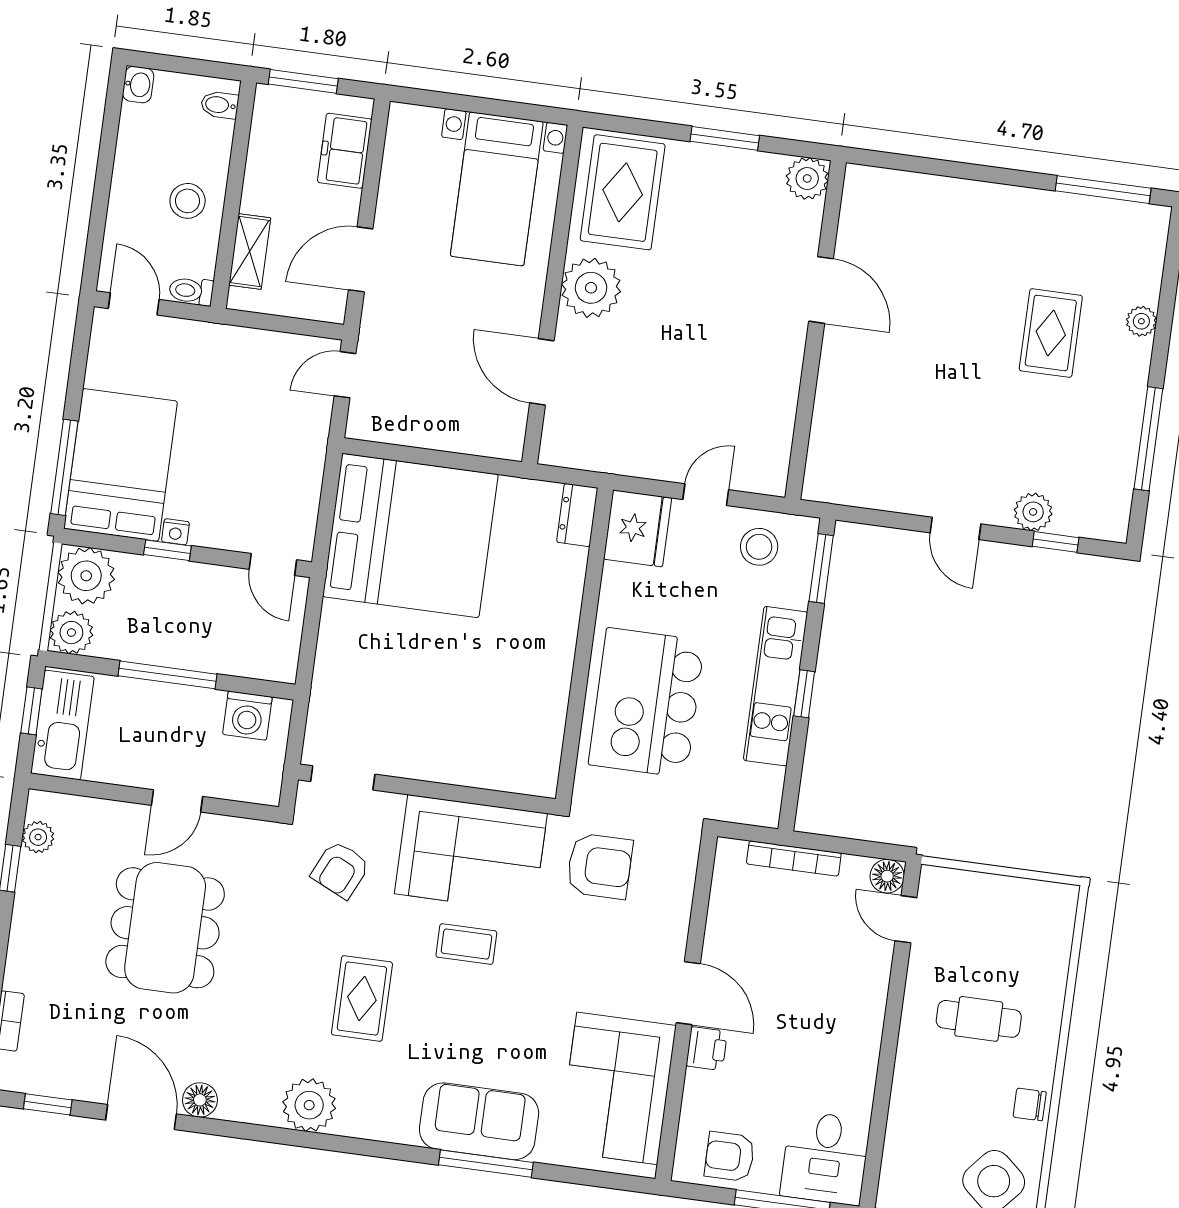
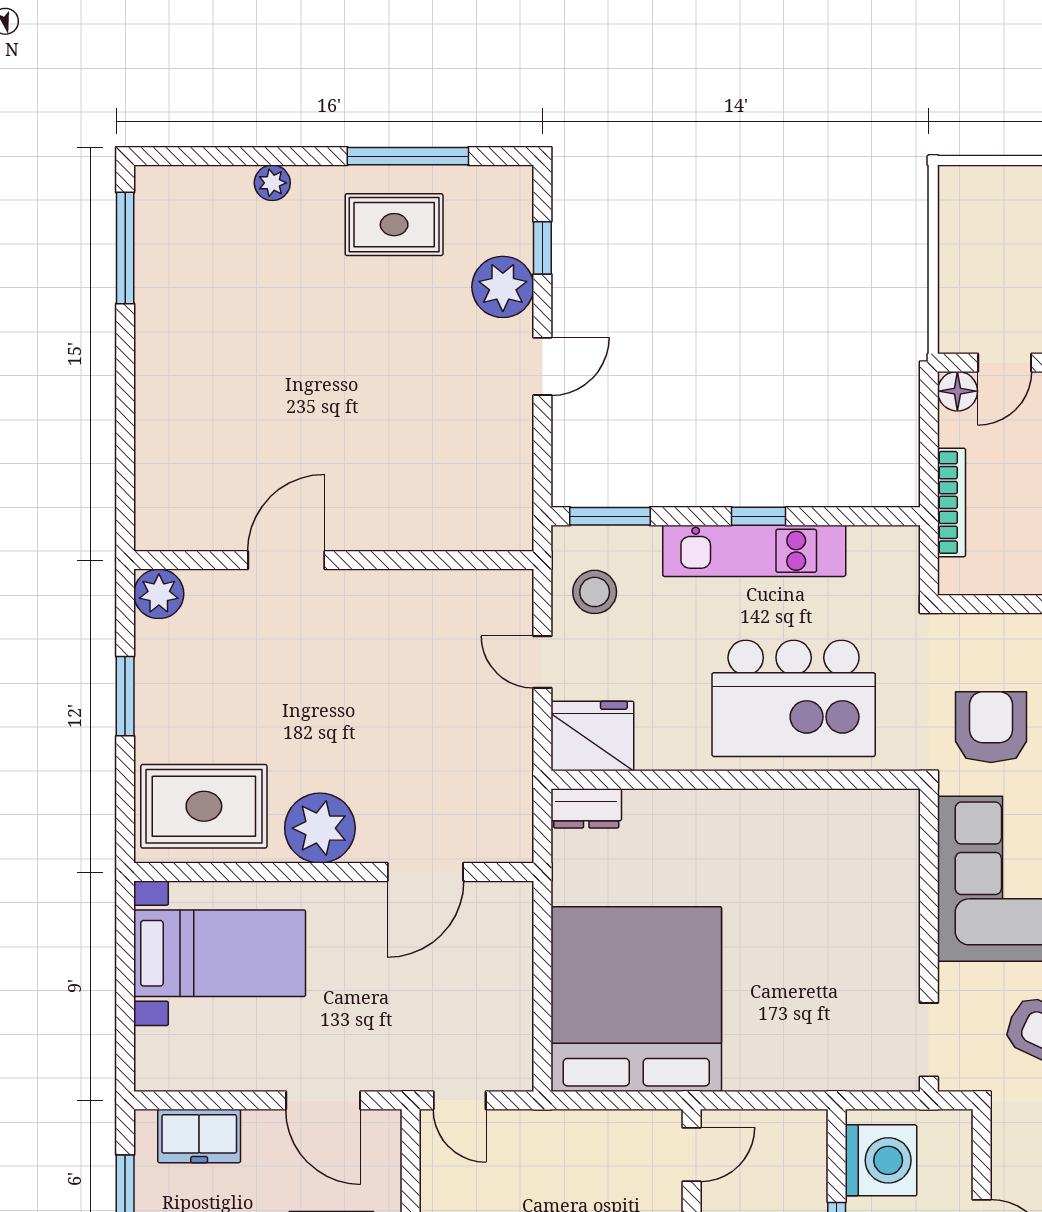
rug: (1051, 333) -> (394, 225), moved
plant: (1033, 512) -> (503, 287), width x1.36, depth x1.36
washing machine: (247, 716) -> (881, 1160), width x1.37, depth x1.37

